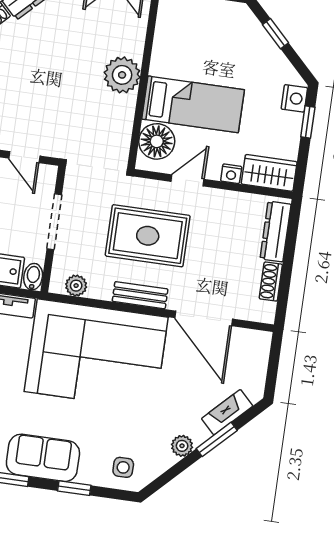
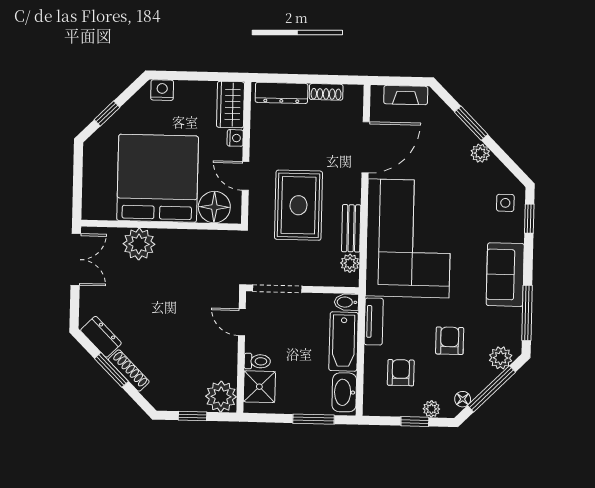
plant: (122, 75) -> (139, 244), moved
bed: (193, 104) -> (158, 178), width x2.04
window: (308, 122) -> (182, 76), removed
door: (24, 157) -> (242, 322), swing flipped
doorway: (54, 222) -> (277, 289), moved
bench: (140, 295) -> (351, 228), moved
fireplace: (227, 412) -> (406, 95), moved, turned -45
window: (74, 488) -> (529, 219), moved

